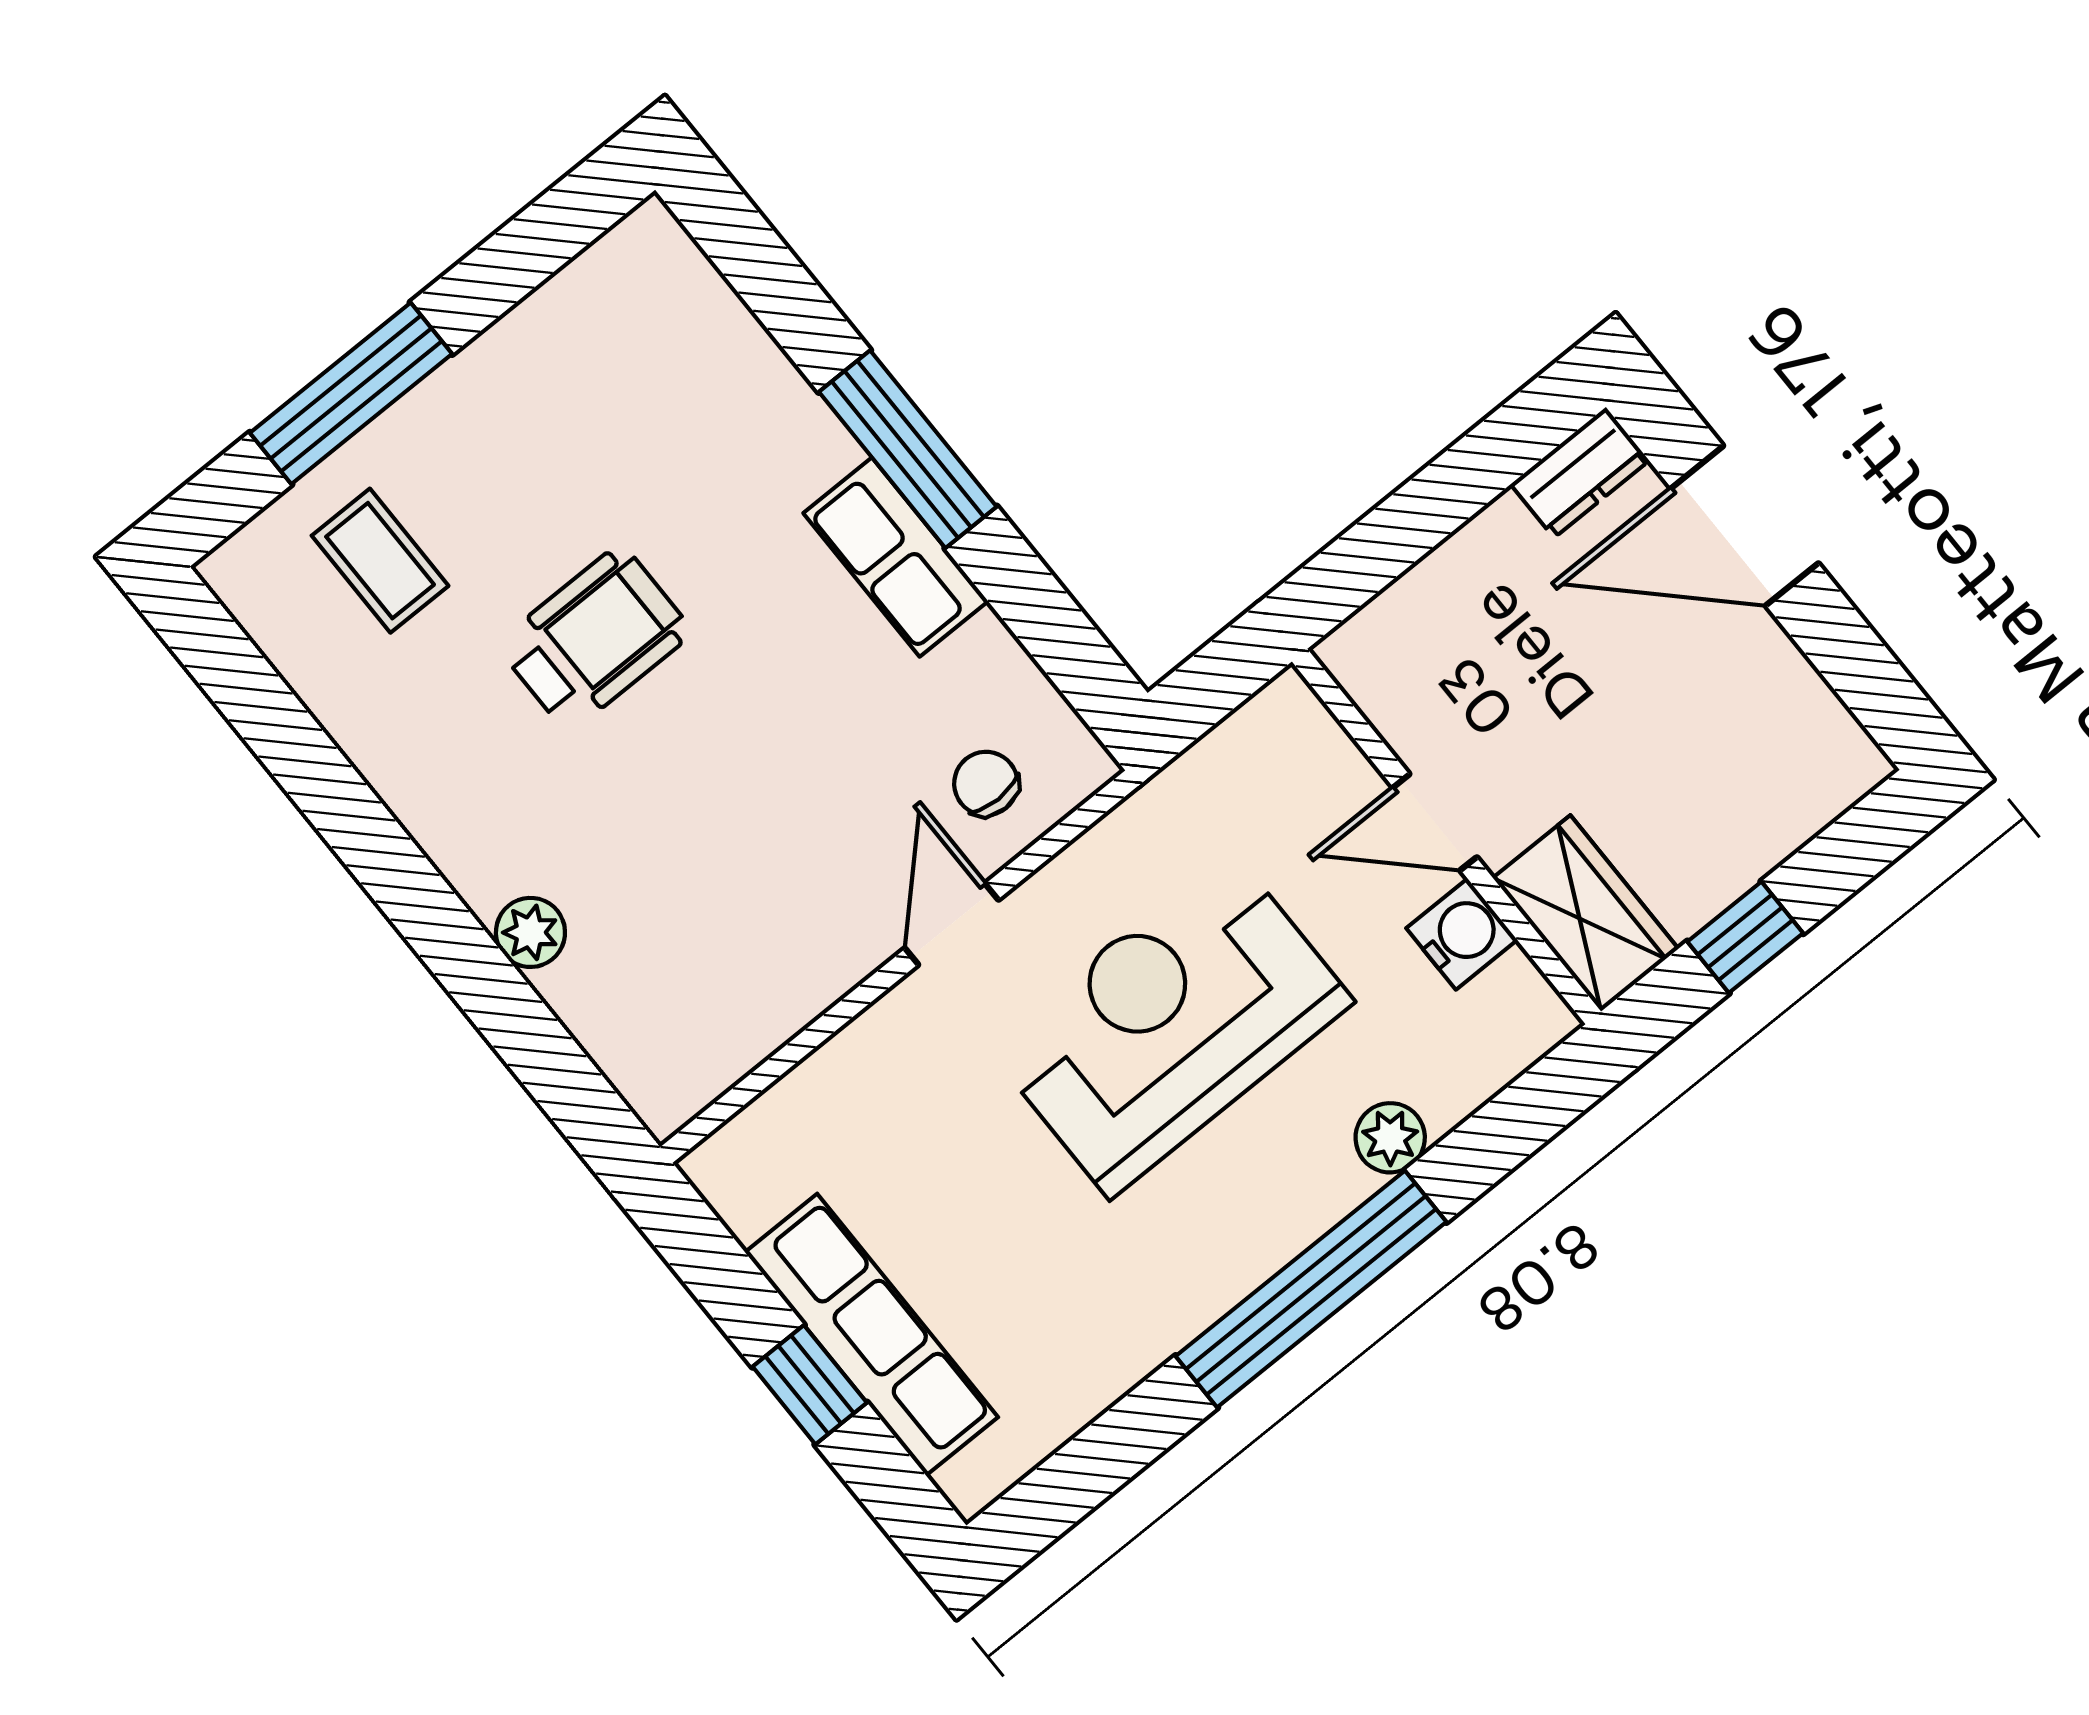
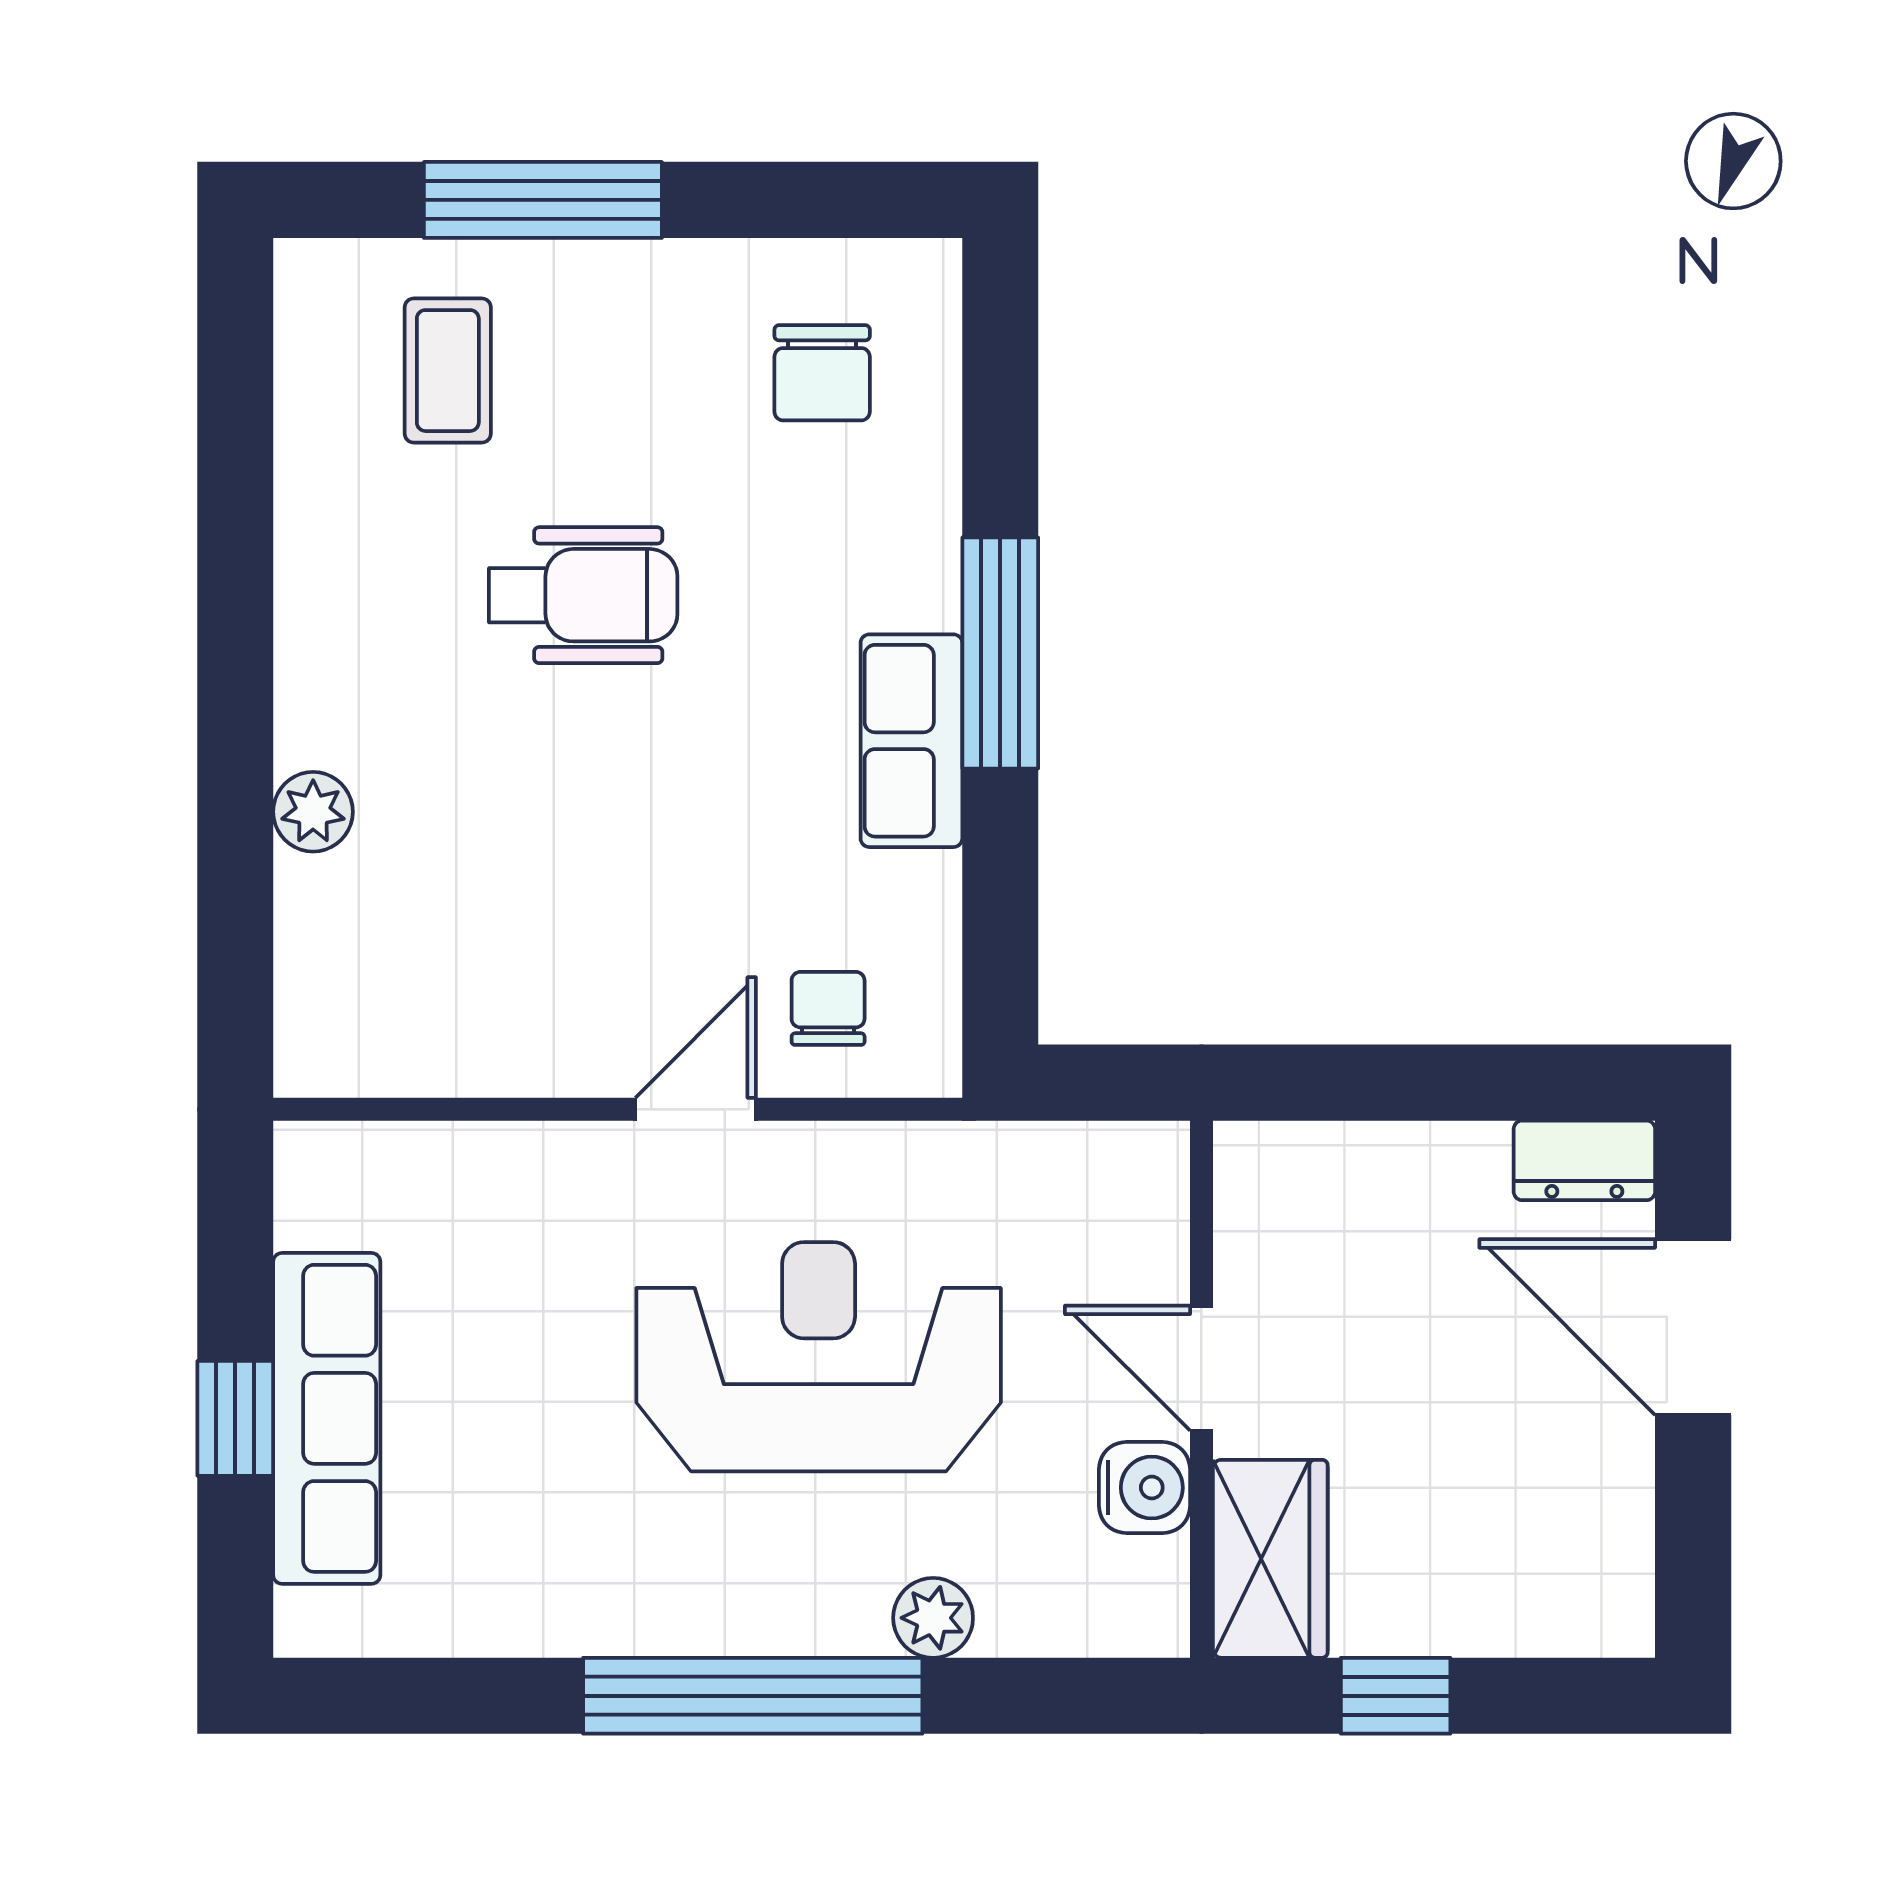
chair: (634, 357) -> (822, 373), added

